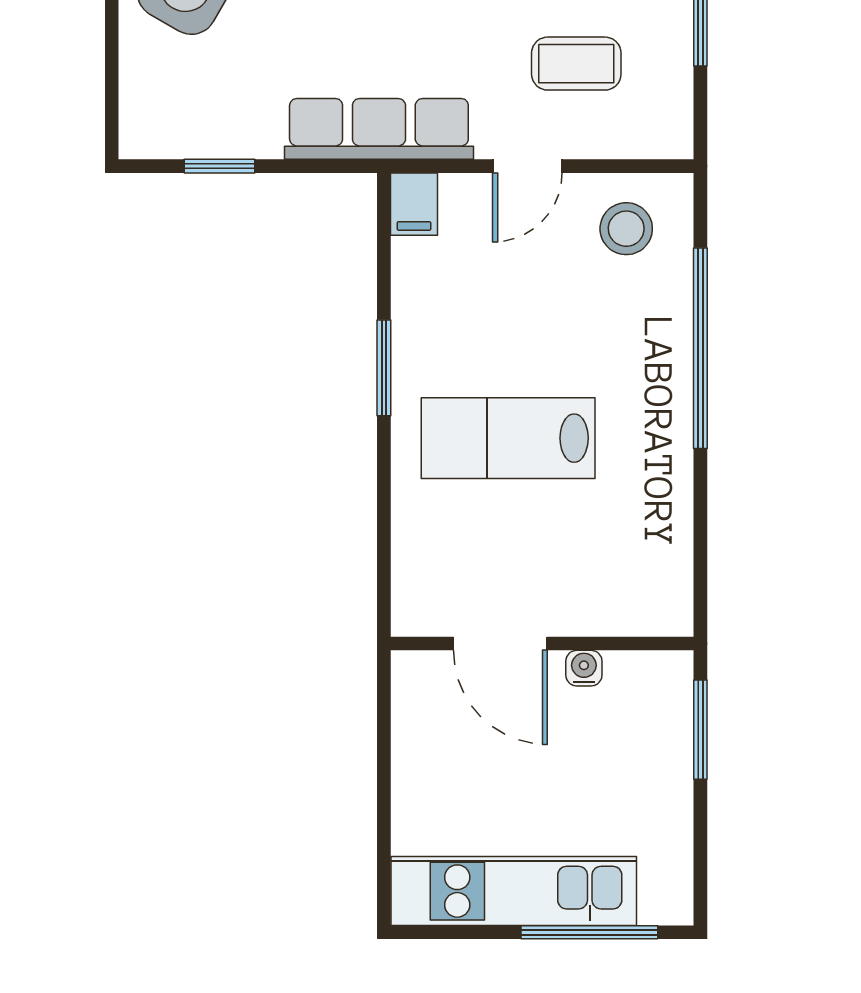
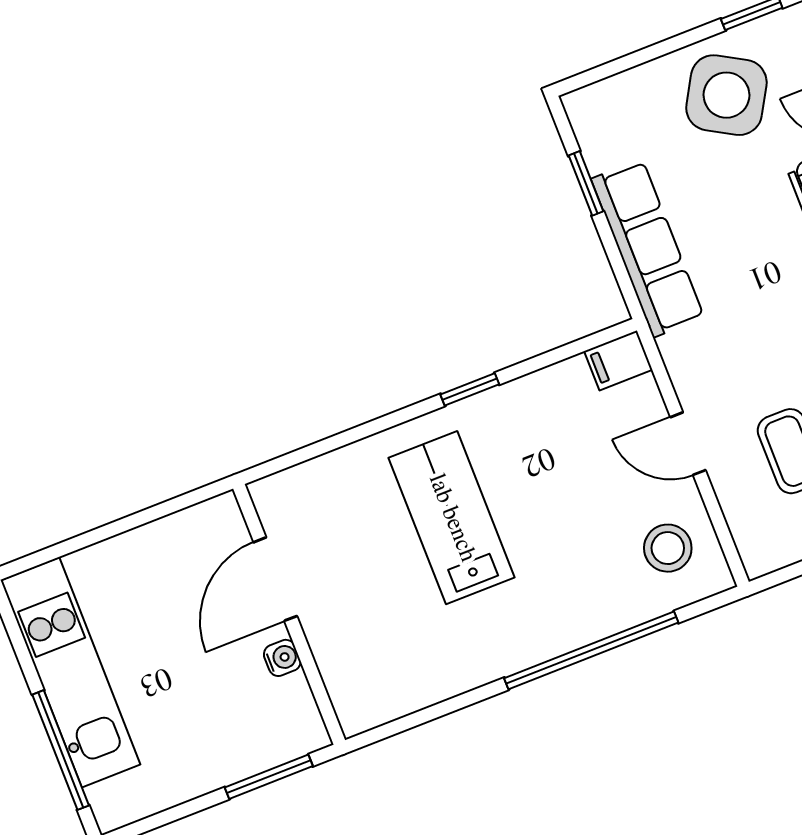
row of seats: (379, 129) -> (648, 248), moved
window: (384, 368) -> (470, 389), width x0.67

